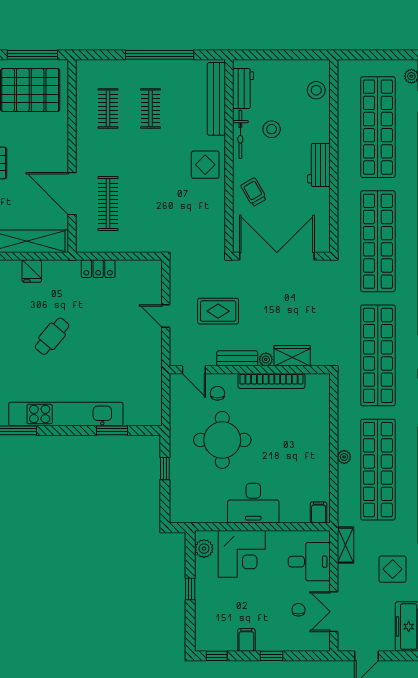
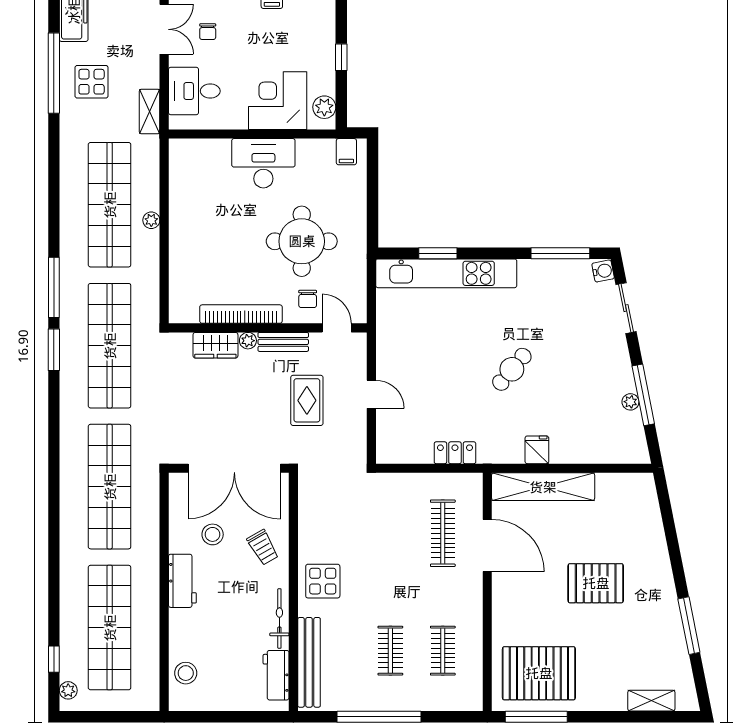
stool: (272, 129) -> (213, 534), moved
rug: (218, 311) -> (307, 400), turned 90
kitchen unit: (66, 414) -> (446, 273), moved
window: (165, 469) -> (373, 206), removed
filing cabinet: (319, 513) -> (346, 152), moved

